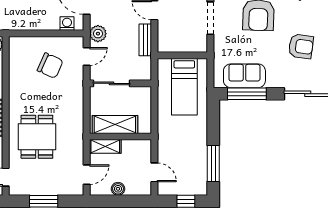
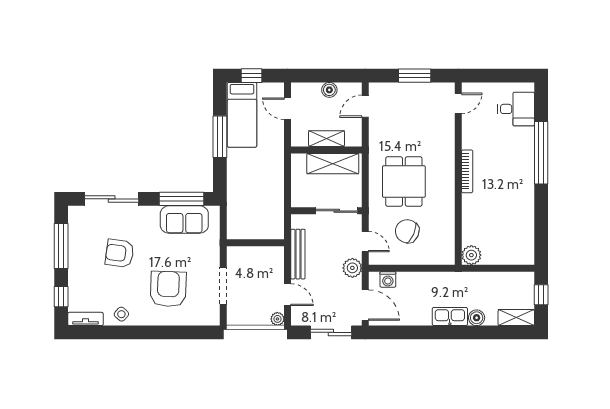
bench: (145, 40) -> (298, 254), width x1.36
door: (87, 56) -> (365, 242), swing flipped
bed: (184, 87) -> (242, 115), moved, turned 180
dining table: (37, 137) -> (404, 182), moved
shelving: (105, 146) -> (327, 139), moved
window: (213, 163) -> (220, 137), moved

